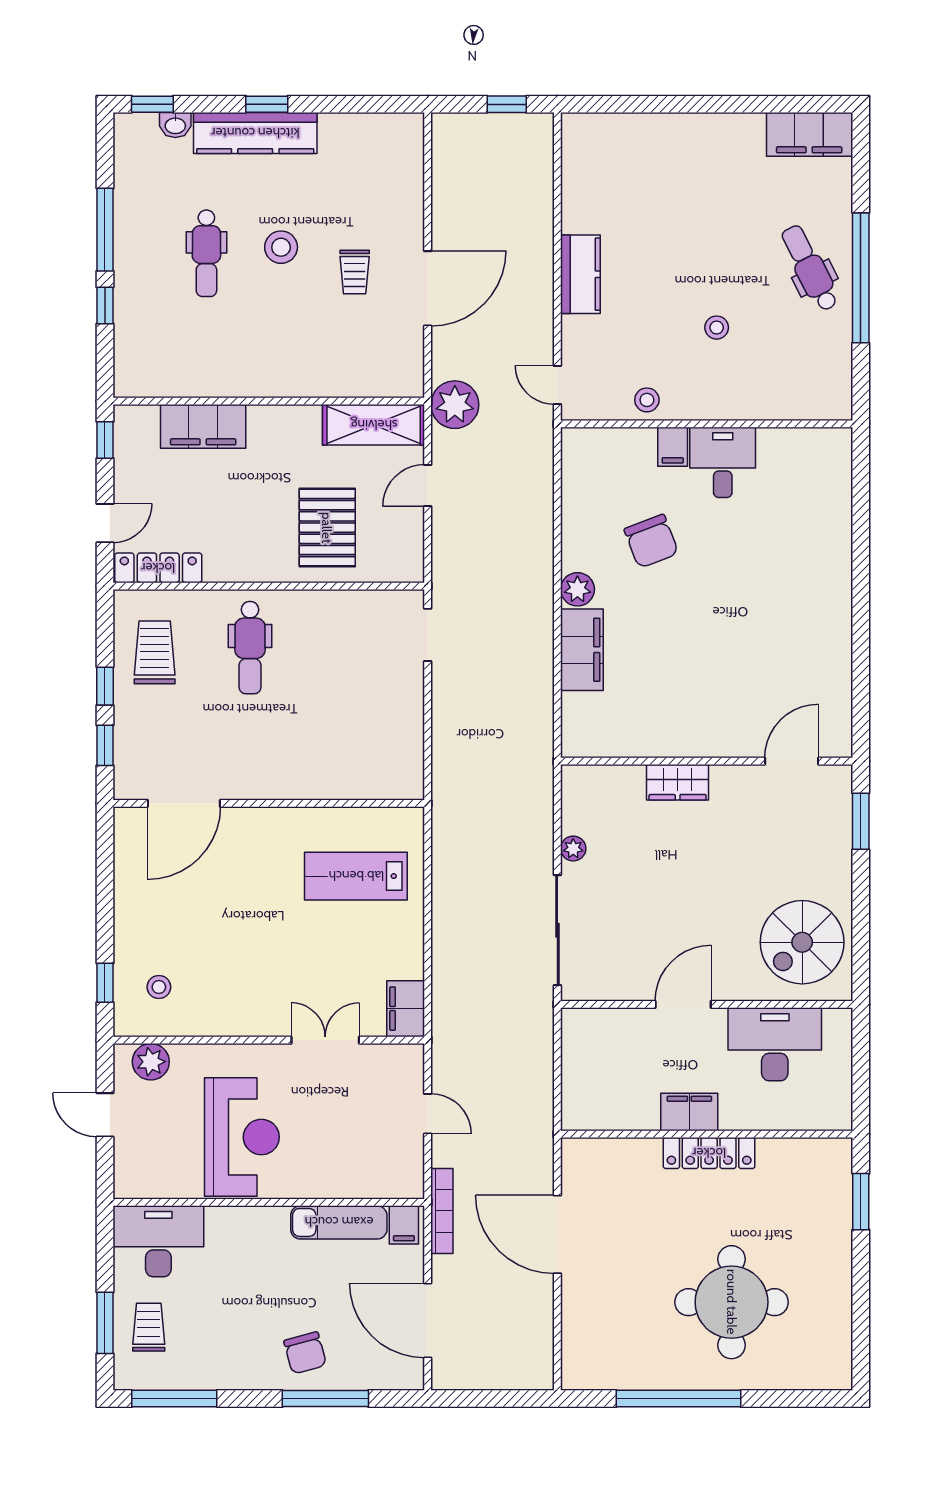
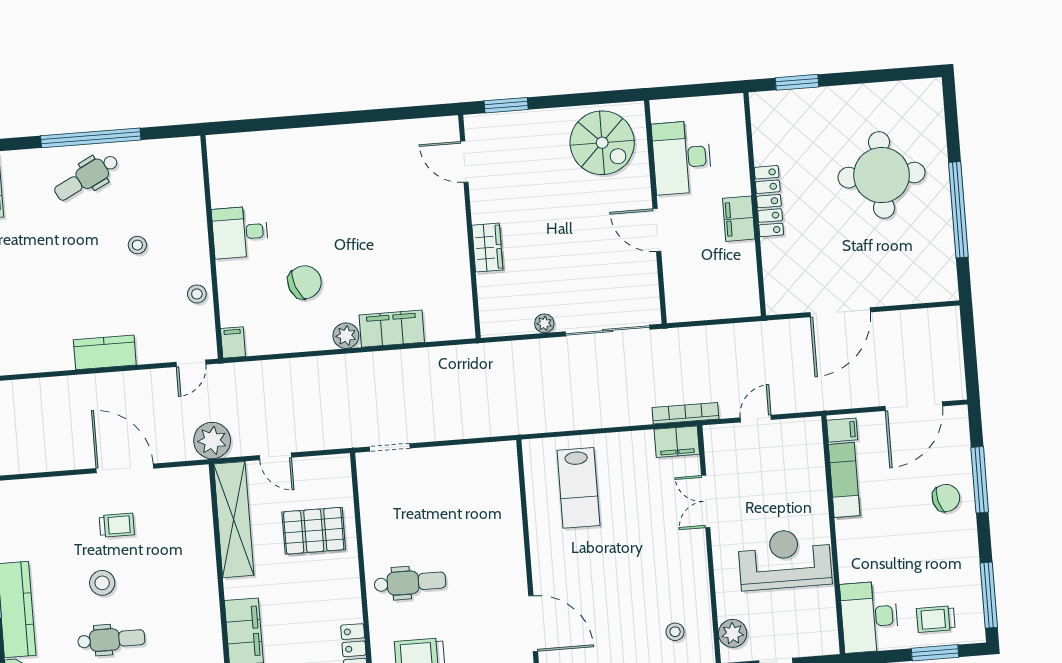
shelving: (374, 425) -> (234, 520), width x1.47
filing cabinet: (673, 447) -> (233, 342), moved, turned -90
bookcase: (442, 1211) -> (685, 413), moved

